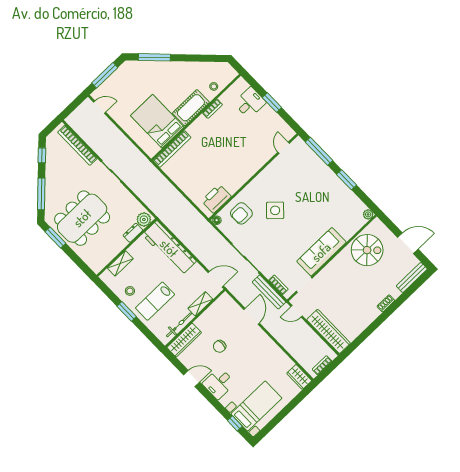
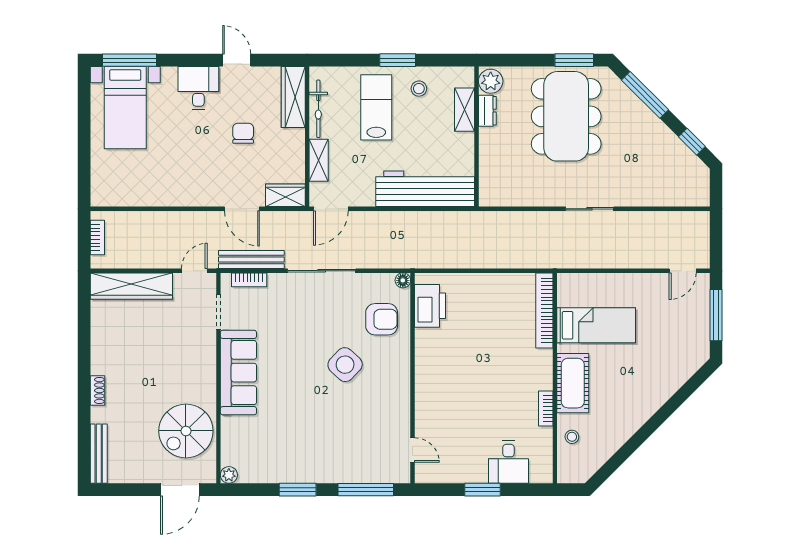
window: (154, 57) -> (679, 398), removed
bed: (157, 121) -> (596, 325), width x0.67
bookcase: (77, 145) -> (662, 198), removed
armchair: (241, 213) -> (382, 319), turned 90
plant: (144, 219) -> (491, 81), moved
dresser: (133, 233) -> (487, 111), moved
door: (408, 243) -> (180, 490), moved
wardrobe: (299, 377) -> (285, 195), moved
door: (192, 379) -> (237, 60), swing flipped
window: (235, 423) -> (129, 60), width x2.17

